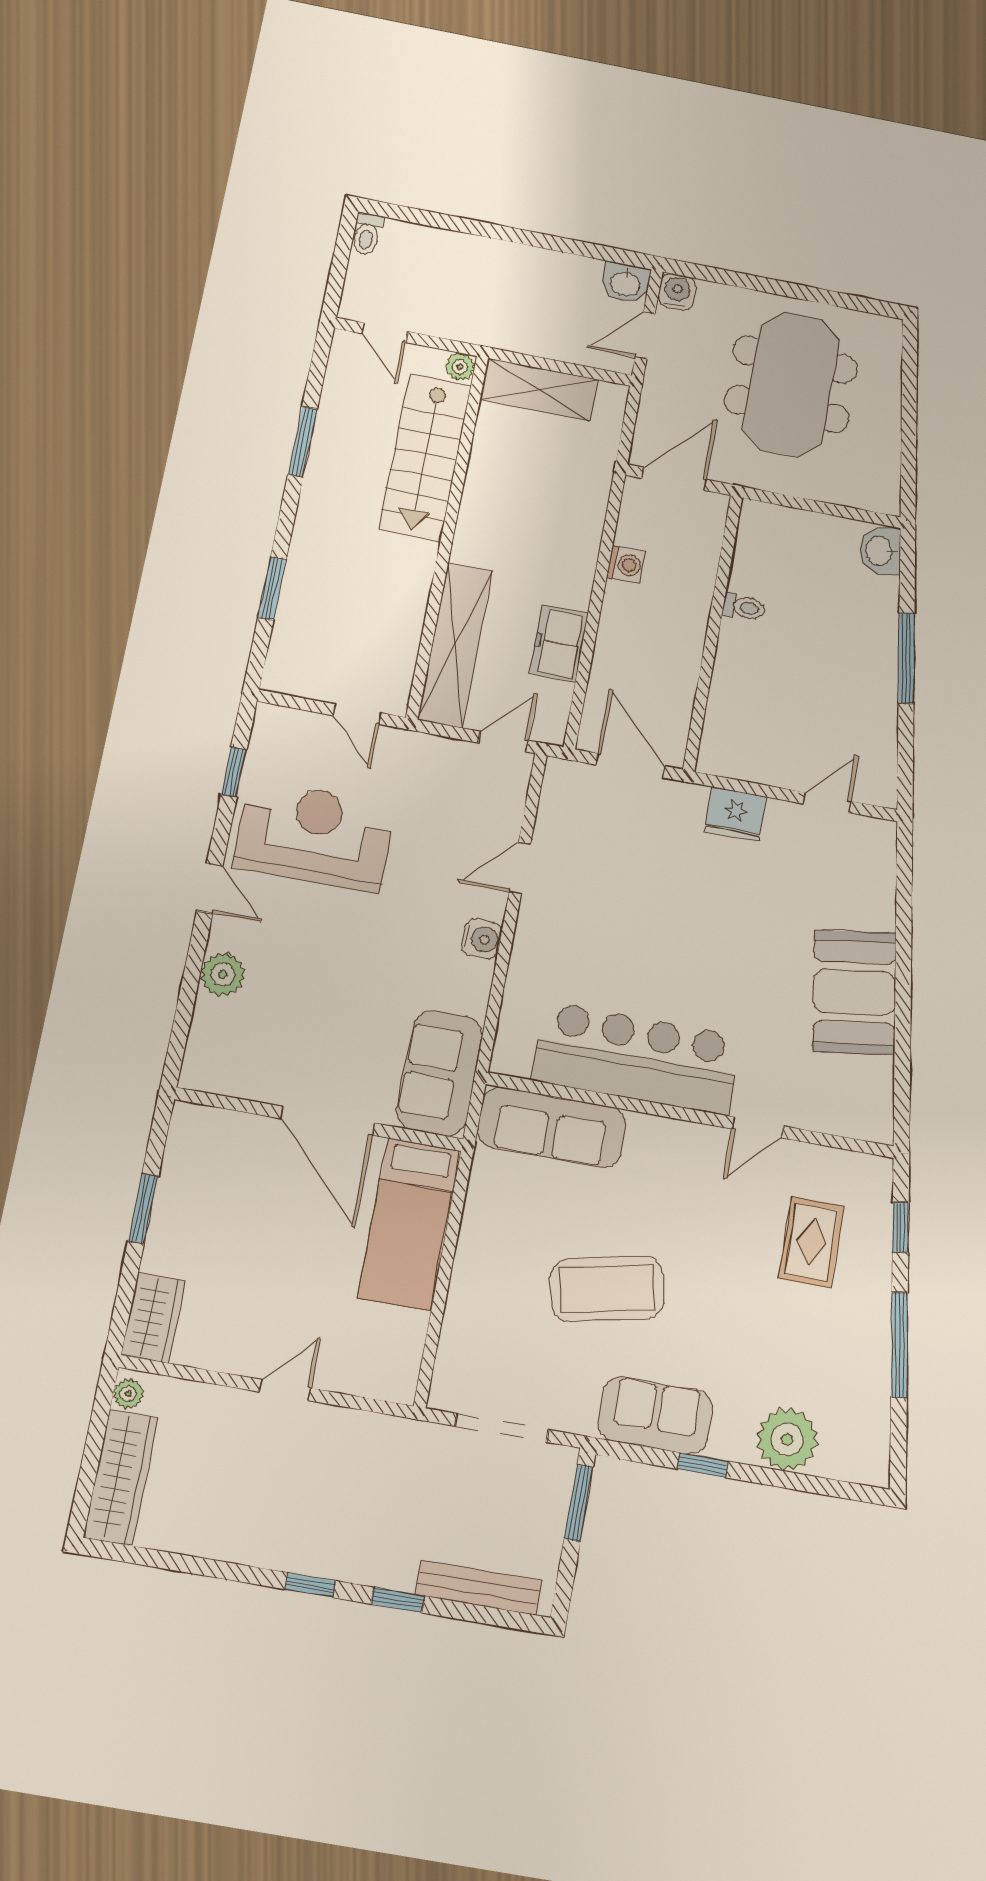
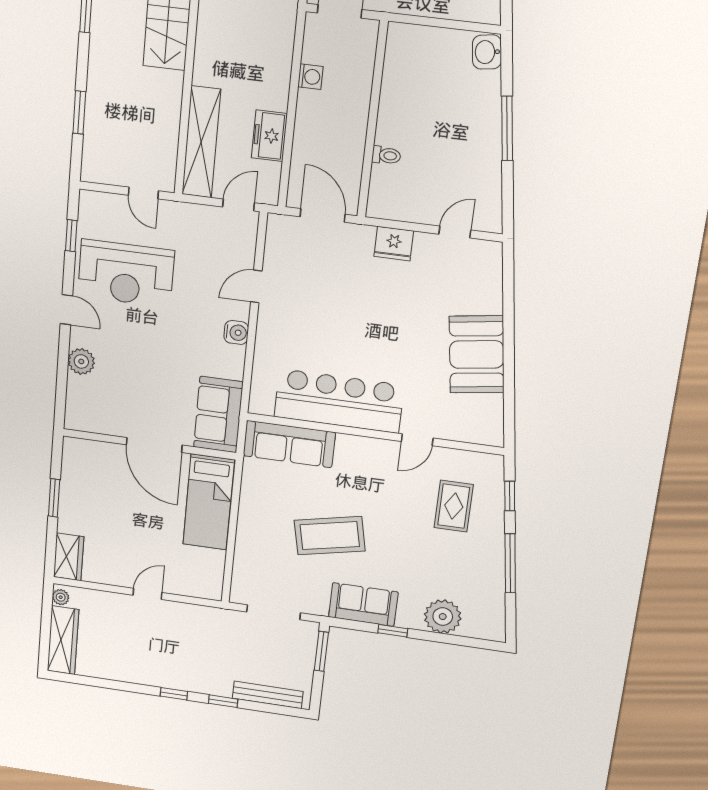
toilet: (744, 607) -> (386, 155), moved
reception desk: (315, 836) -> (126, 273), turned 180

